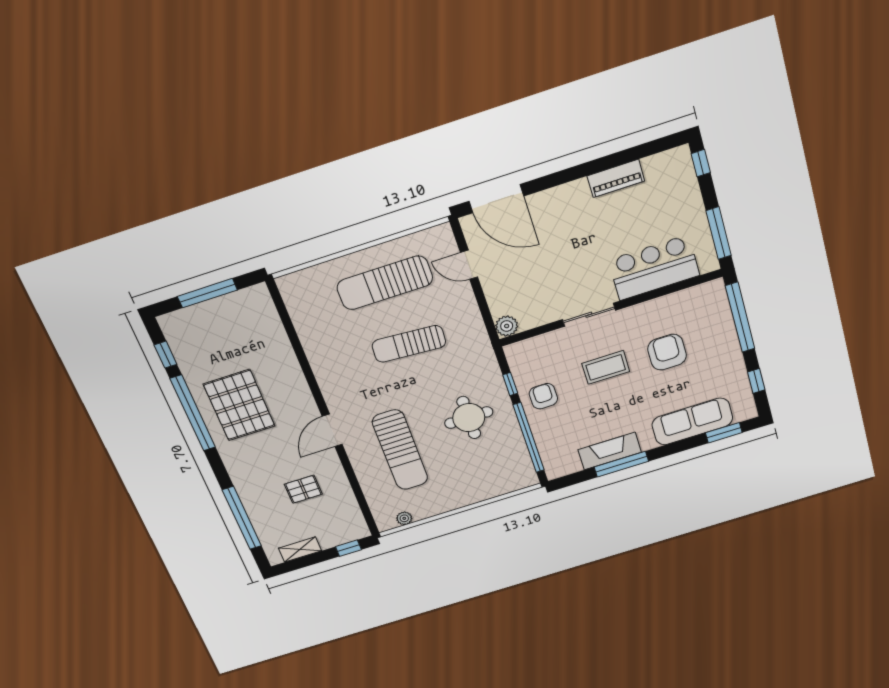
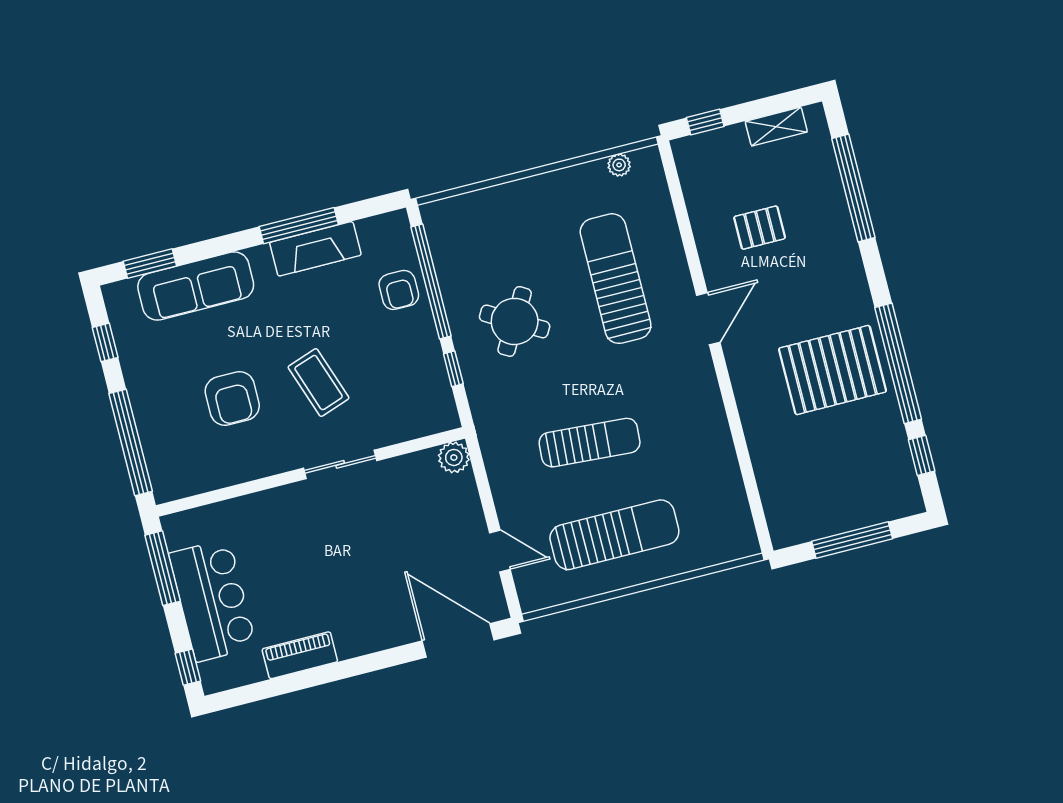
bar counter: (654, 268) -> (212, 600), moved, turned -90
coffee table: (606, 367) -> (319, 383), turned 71
armchair: (543, 396) -> (399, 290), moved
pallet: (239, 405) -> (833, 370), turned 90
round table: (469, 418) -> (515, 321), turned 30

